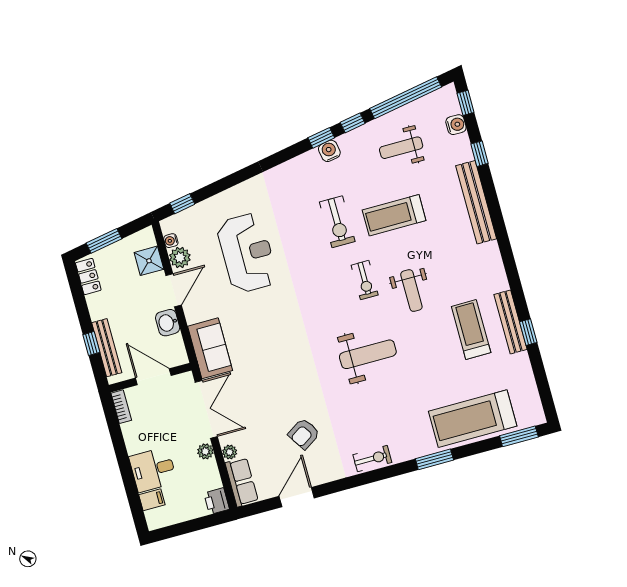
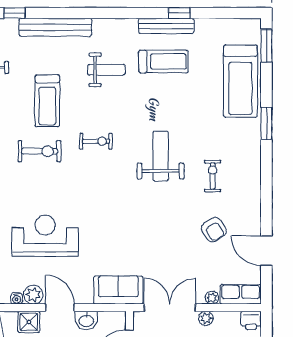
weight bench: (411, 291) -> (106, 70), moved
treadmill: (471, 330) -> (163, 62), turned 180
exercise bike: (372, 459) -> (213, 176), moved

